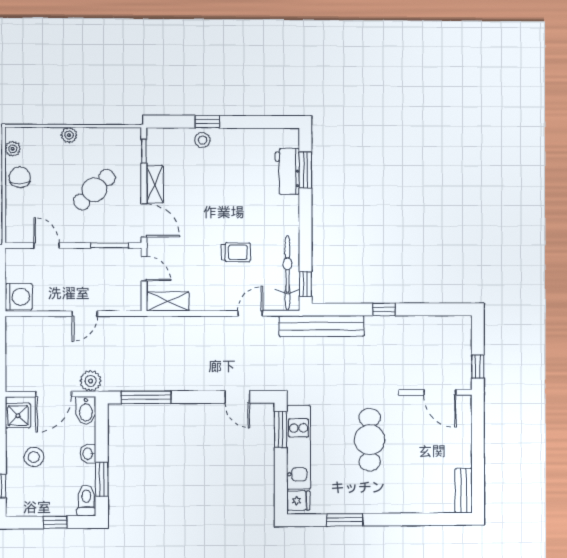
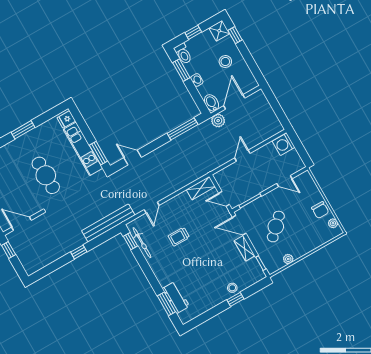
plant: (69, 135) -> (288, 259), moved
bicycle: (287, 273) -> (142, 243), width x0.73, depth x0.71
shower: (18, 416) -> (219, 31), moved
window: (345, 520) -> (23, 130), moved

